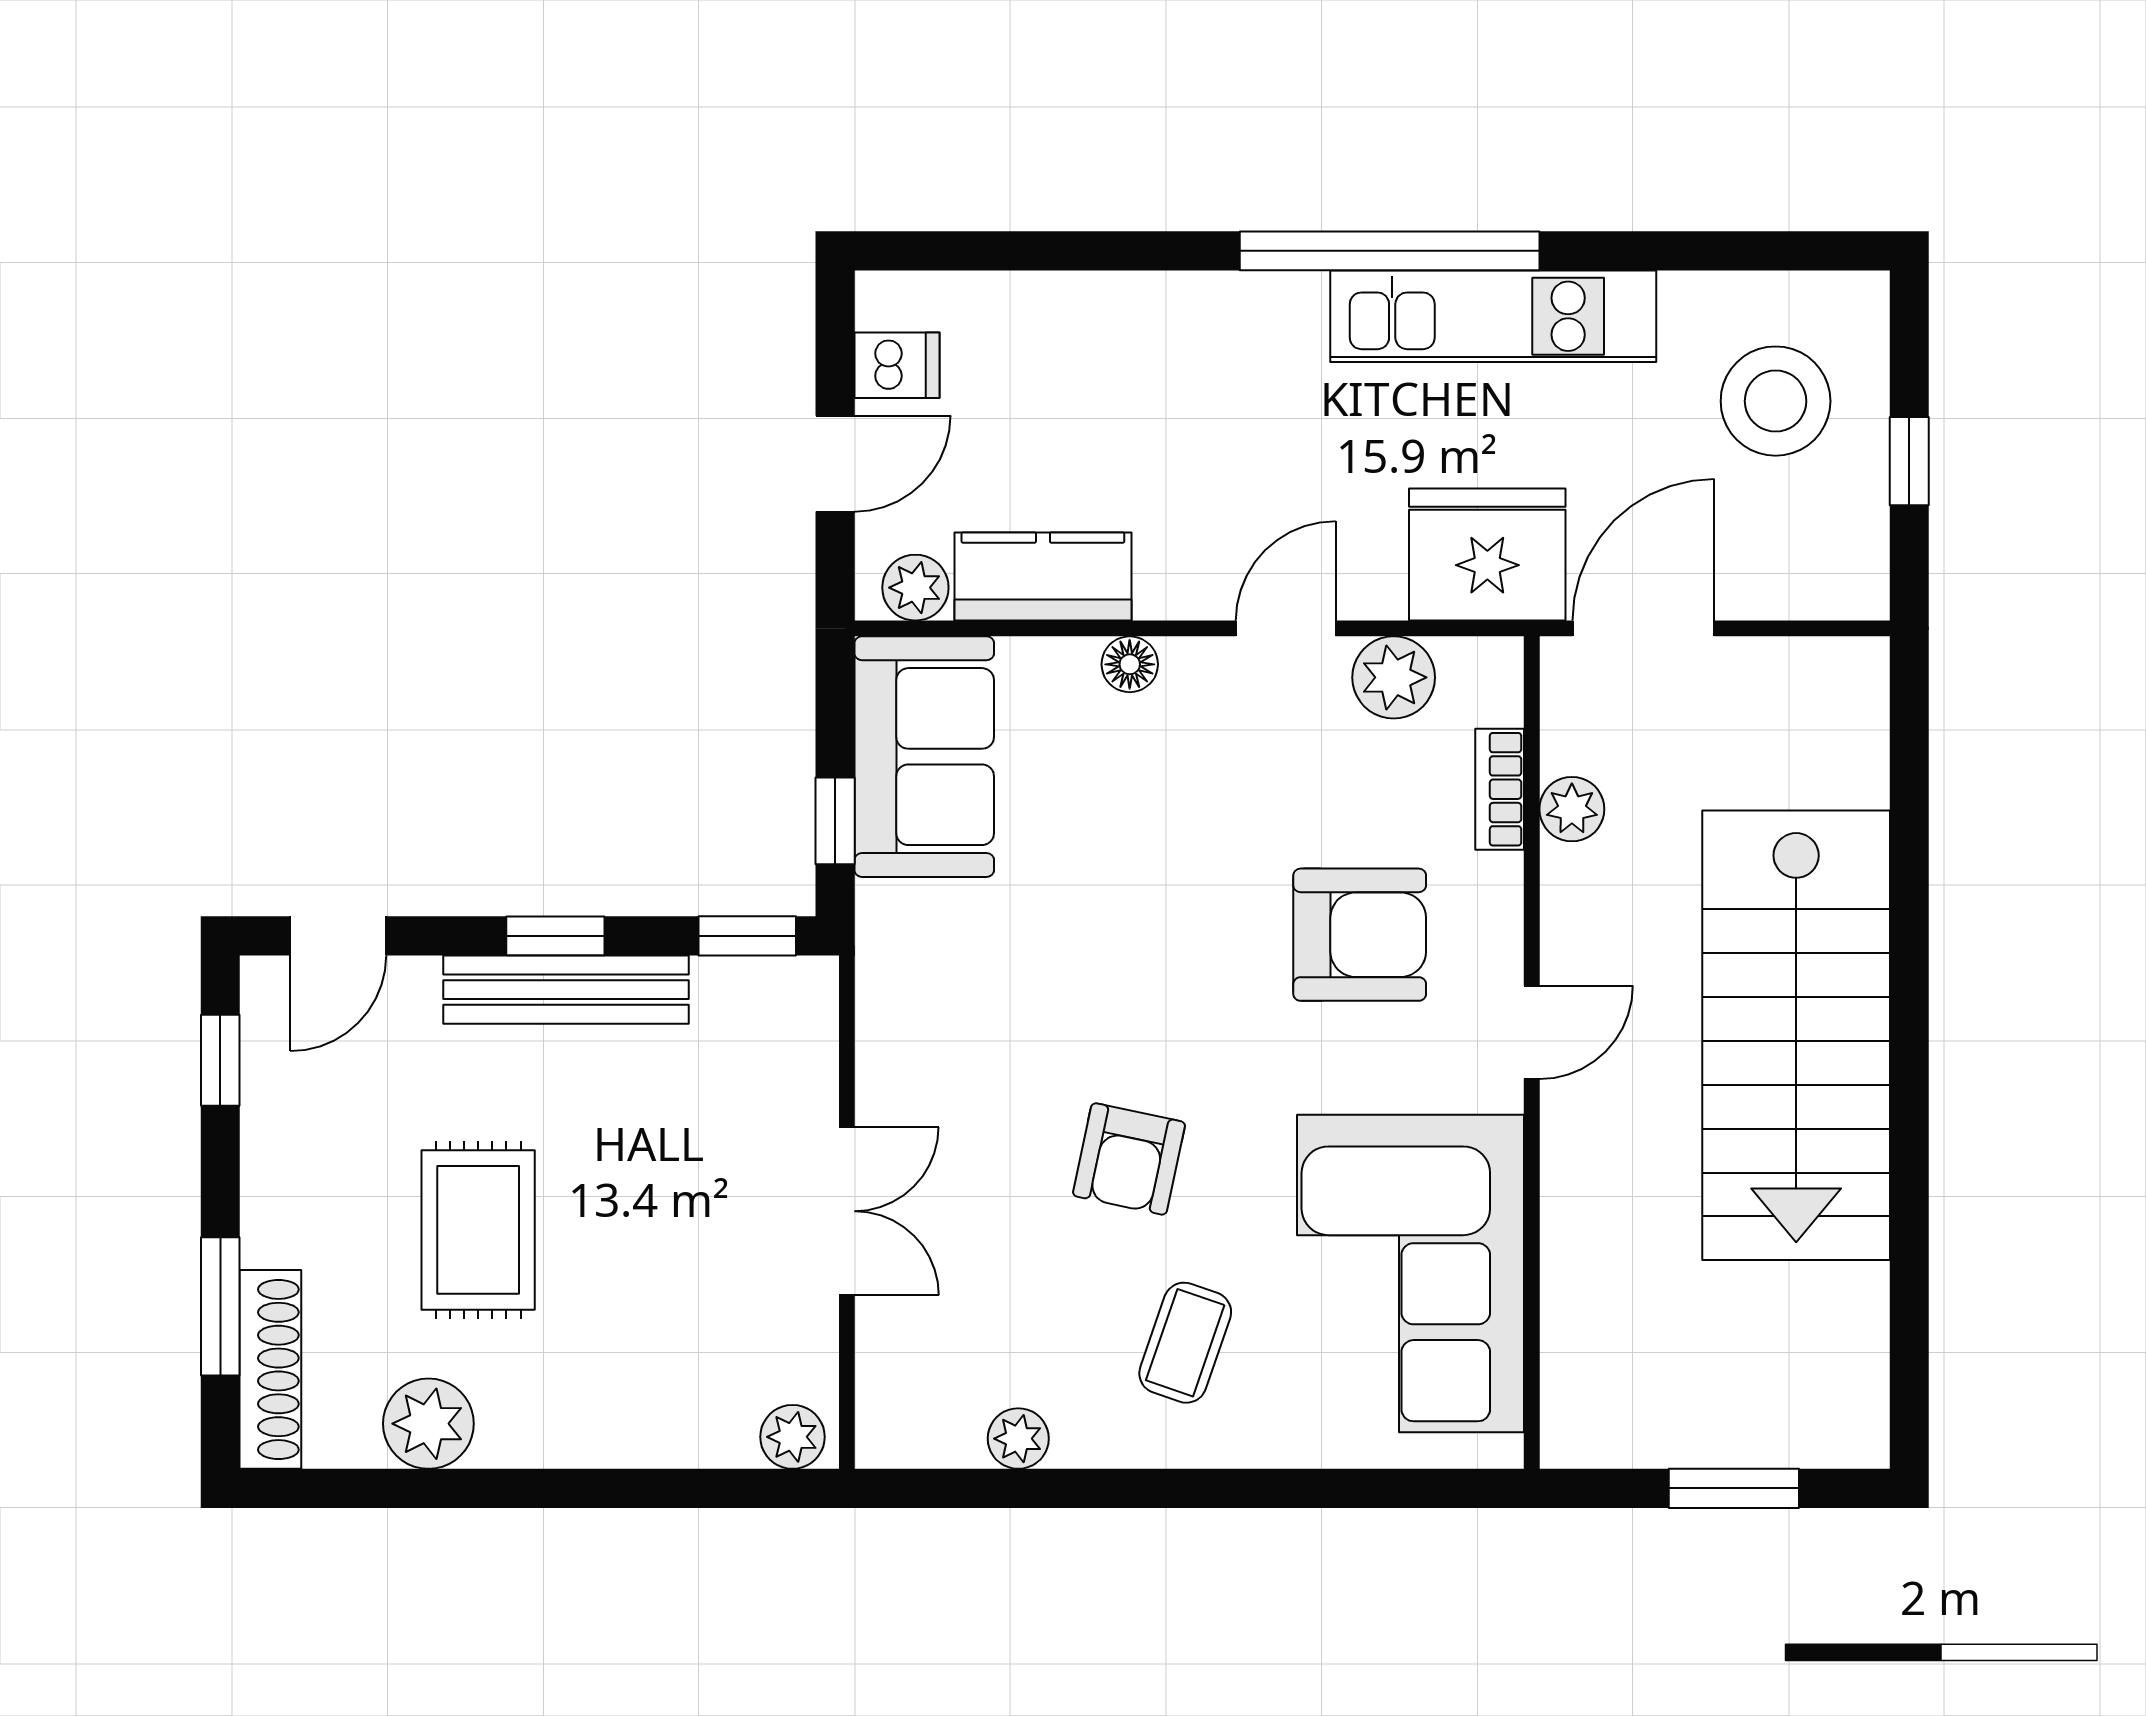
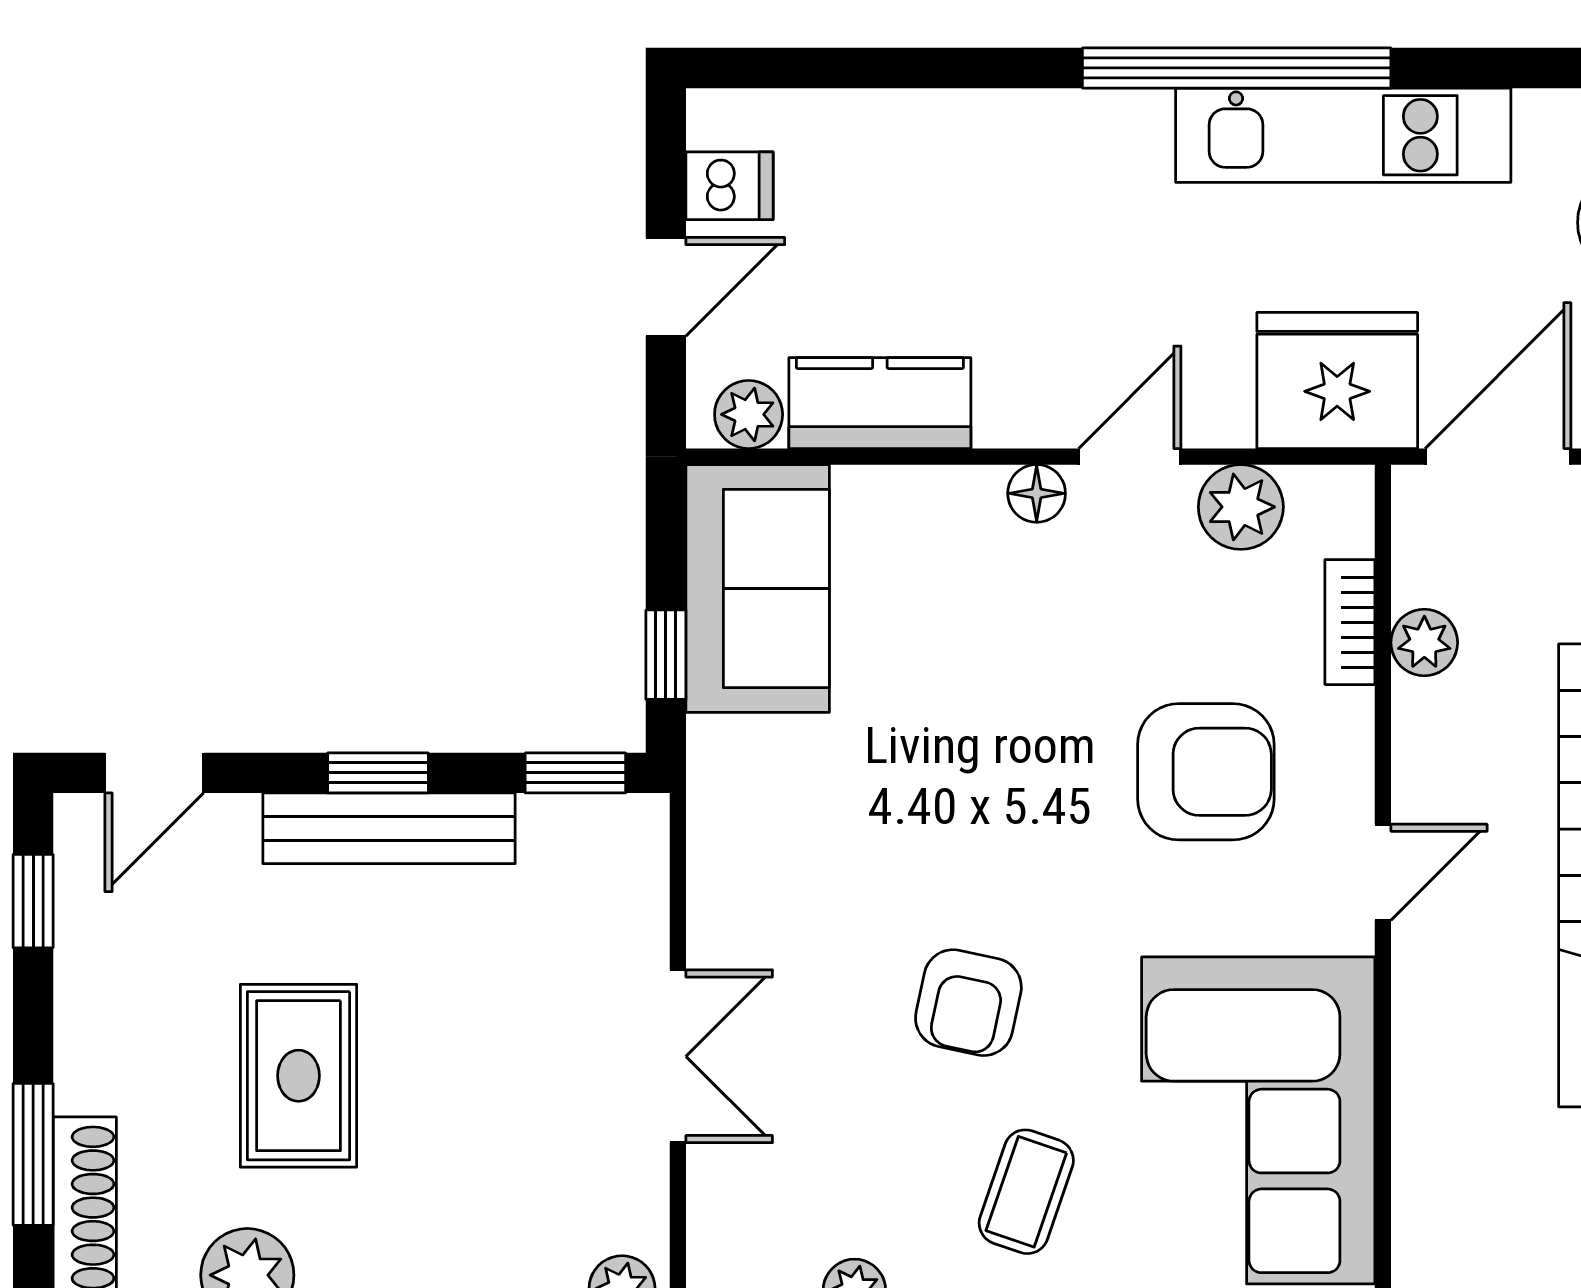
floor lamp: (1130, 664) -> (1037, 493), moved

